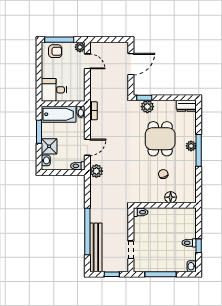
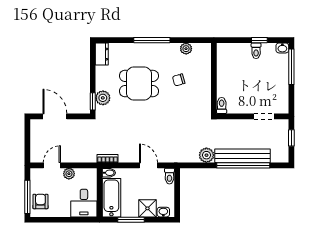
plant: (80, 47) -> (69, 174), moved
plant: (191, 146) -> (186, 49), moved
plant: (96, 171) -> (206, 155), moved
floor lamp: (171, 197) -> (205, 72), removed
bench: (96, 247) -> (243, 156), moved
window: (161, 274) -> (291, 67), moved

